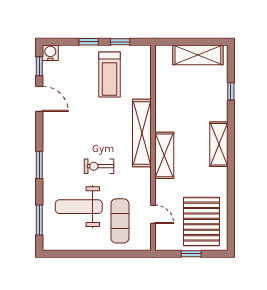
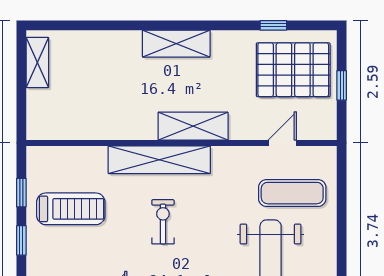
shelving: (198, 55) -> (37, 63), width x0.67, depth x0.75
window: (231, 91) -> (273, 25), moved
exercise bike: (99, 166) -> (163, 222), moved, turned 180

